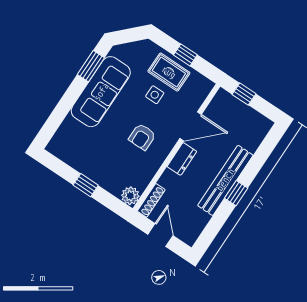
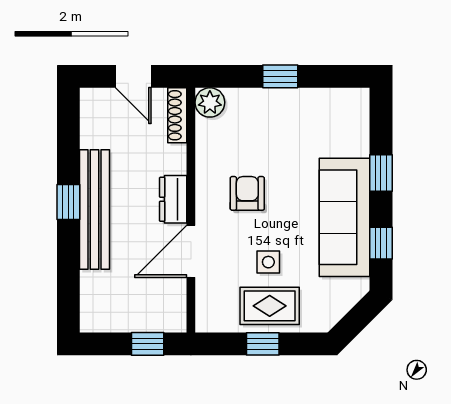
window: (91, 66) -> (381, 243), width x0.67
window: (67, 102) -> (381, 173), added

